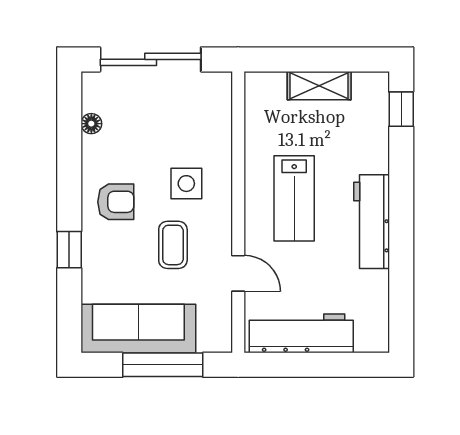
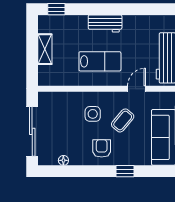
workbench: (372, 222) -> (105, 24), width x0.73
coffee table: (173, 245) -> (123, 120), turned -50

